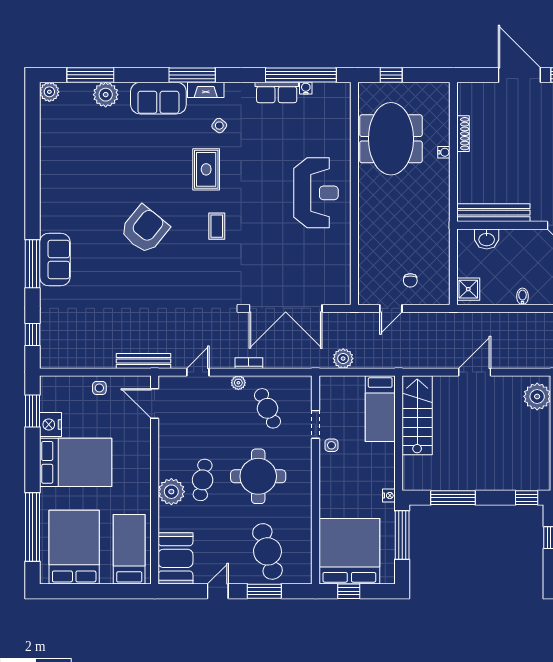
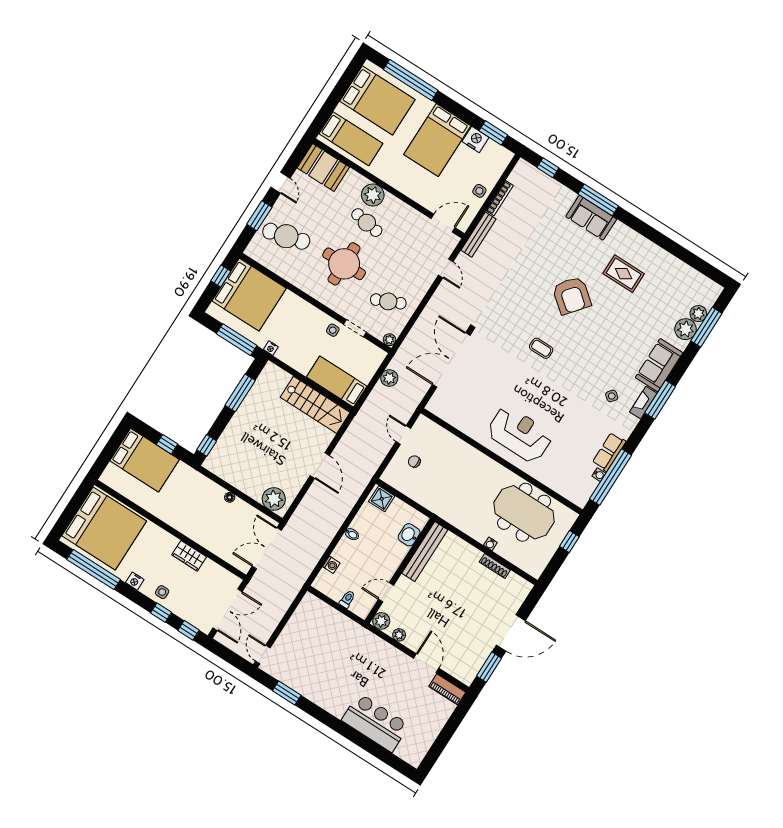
plant: (49, 92) -> (698, 314), moved
rug: (206, 169) -> (624, 274), moved
reception desk: (316, 193) -> (520, 434), turned 180
bookcase: (249, 363) -> (500, 198), moved, width x1.56
plant: (238, 383) -> (389, 340), moved

